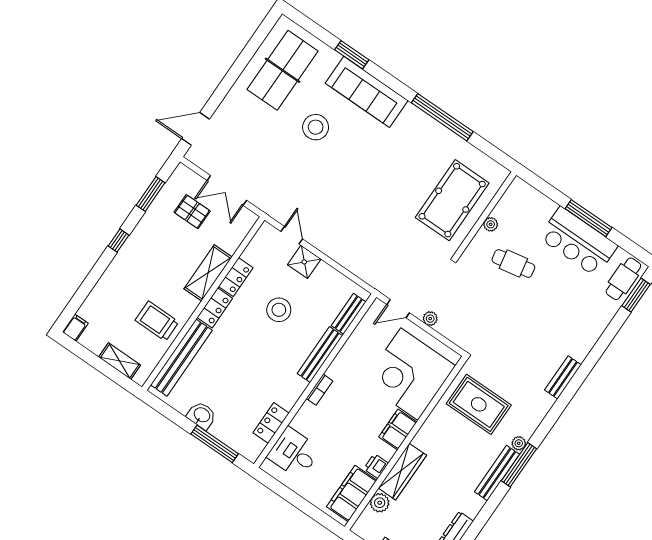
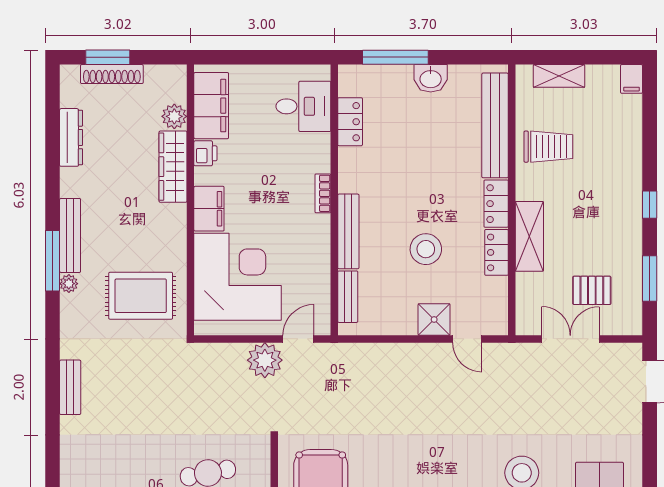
plant: (430, 319) -> (265, 360), width x1.88, depth x1.88

